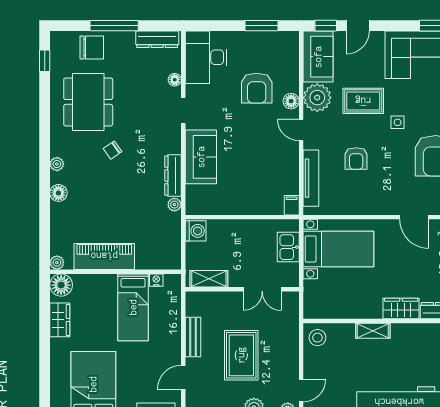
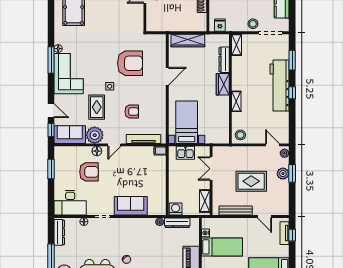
dresser: (173, 176) -> (177, 223), moved
double door: (262, 289) -> (211, 169), swing flipped
bench: (193, 337) -> (236, 211), width x1.36

